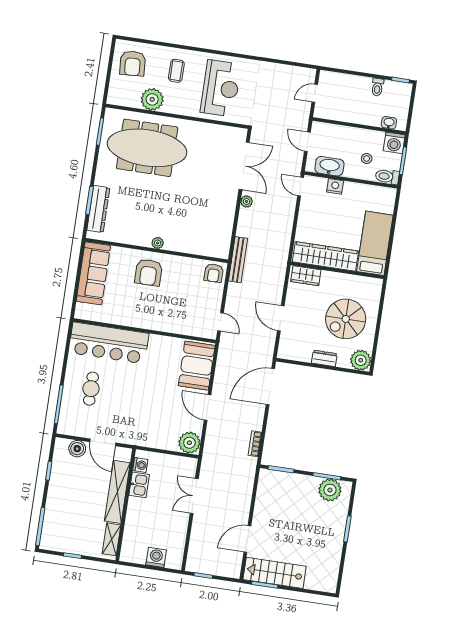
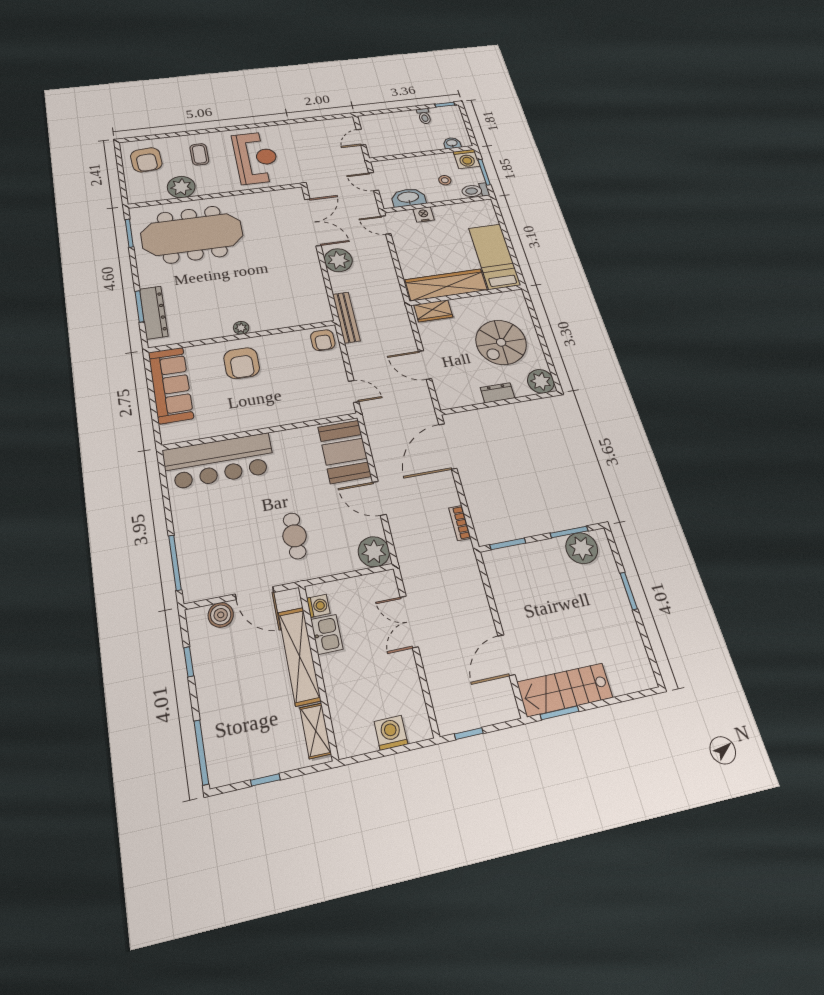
plant: (247, 201) -> (338, 260), width x1.88, depth x1.88
cafe table: (91, 389) -> (295, 536), moved

